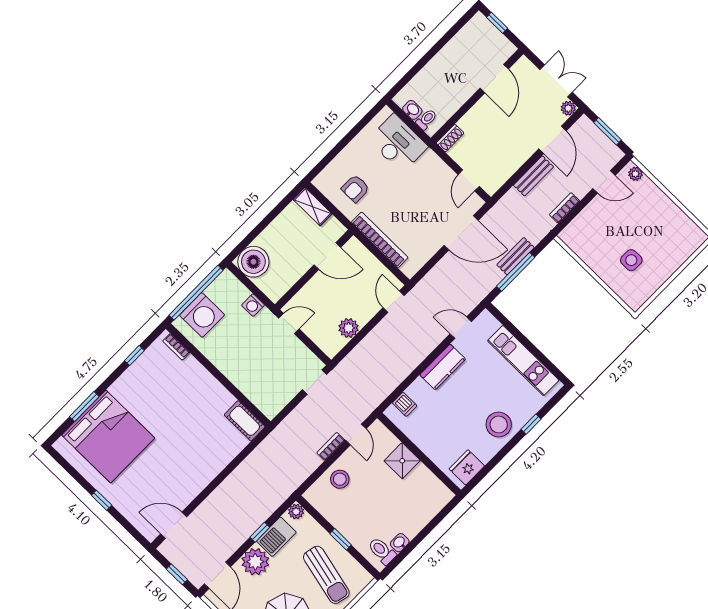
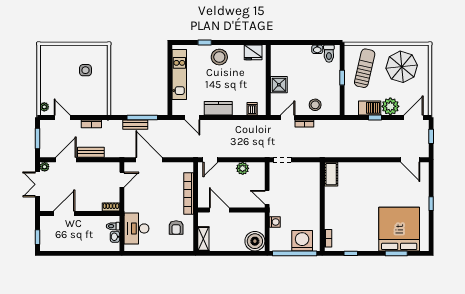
armchair: (355, 189) -> (176, 228), turned 90
plant: (296, 512) -> (349, 110), removed

